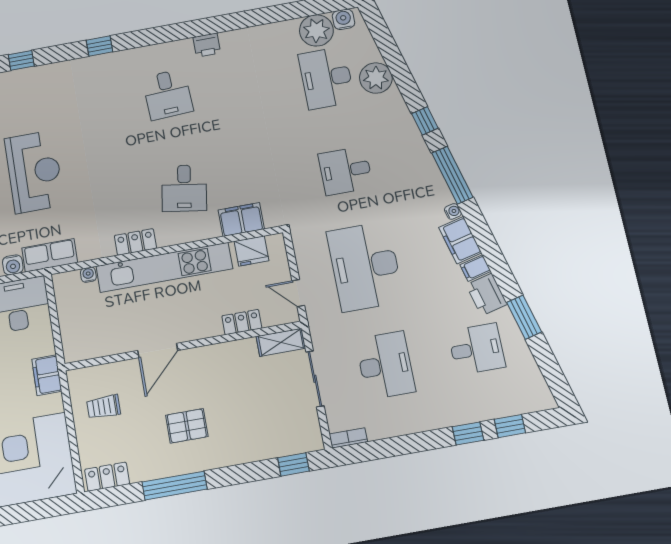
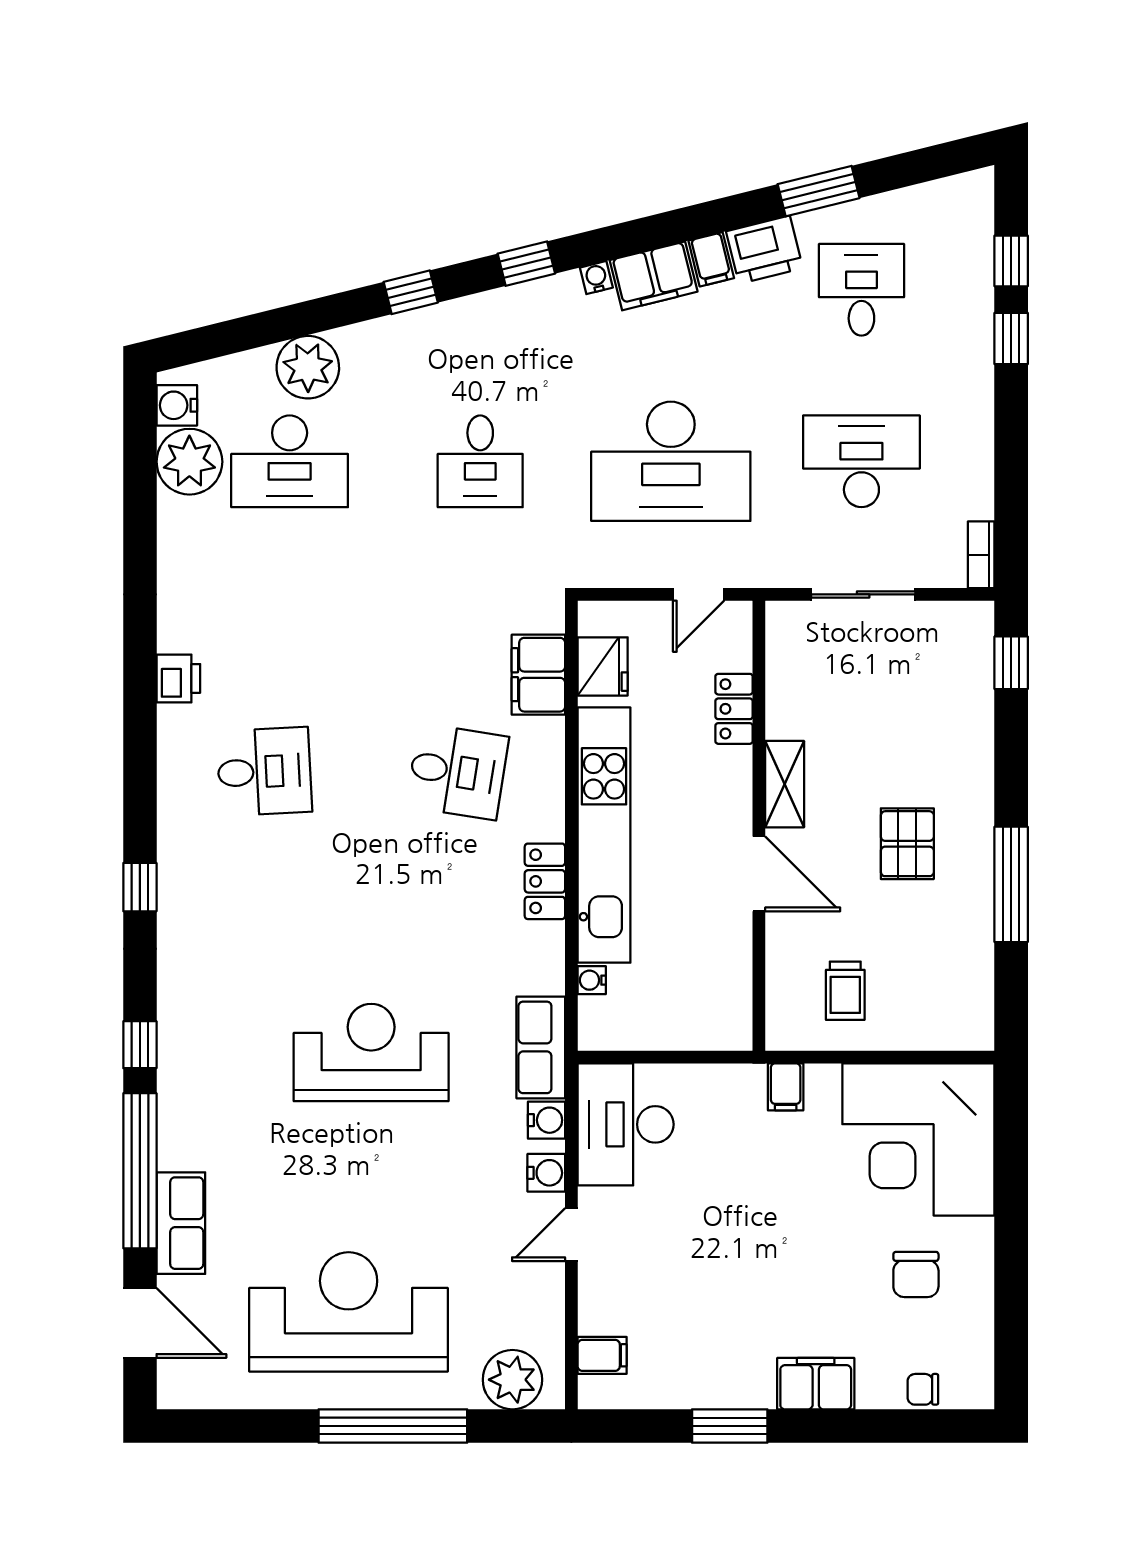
window: (452, 175) -> (526, 264), width x0.46
shelving: (281, 342) -> (785, 784), moved
filing cabinet: (47, 375) -> (786, 1087), width x0.50
locker: (107, 477) -> (974, 1005), removed

